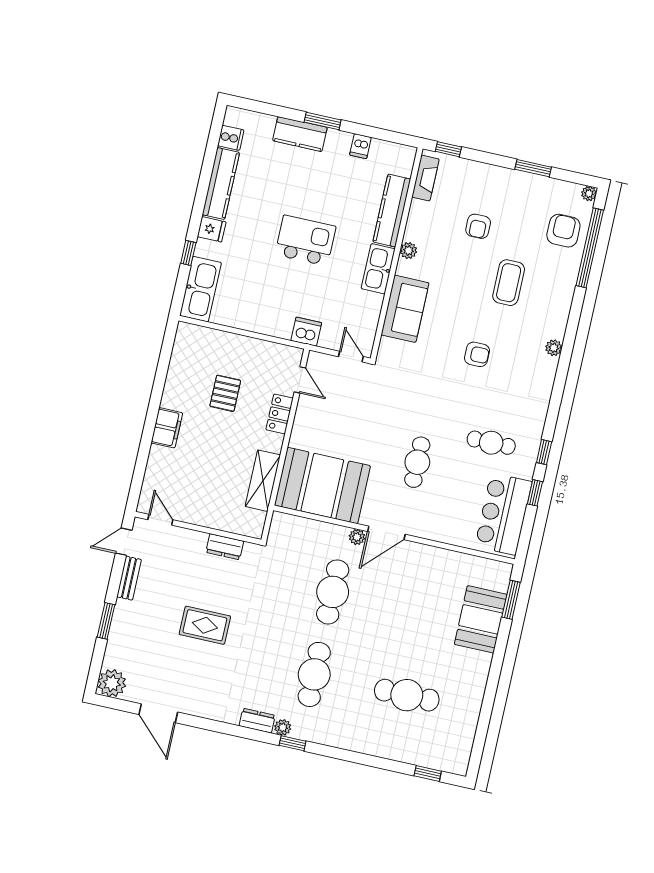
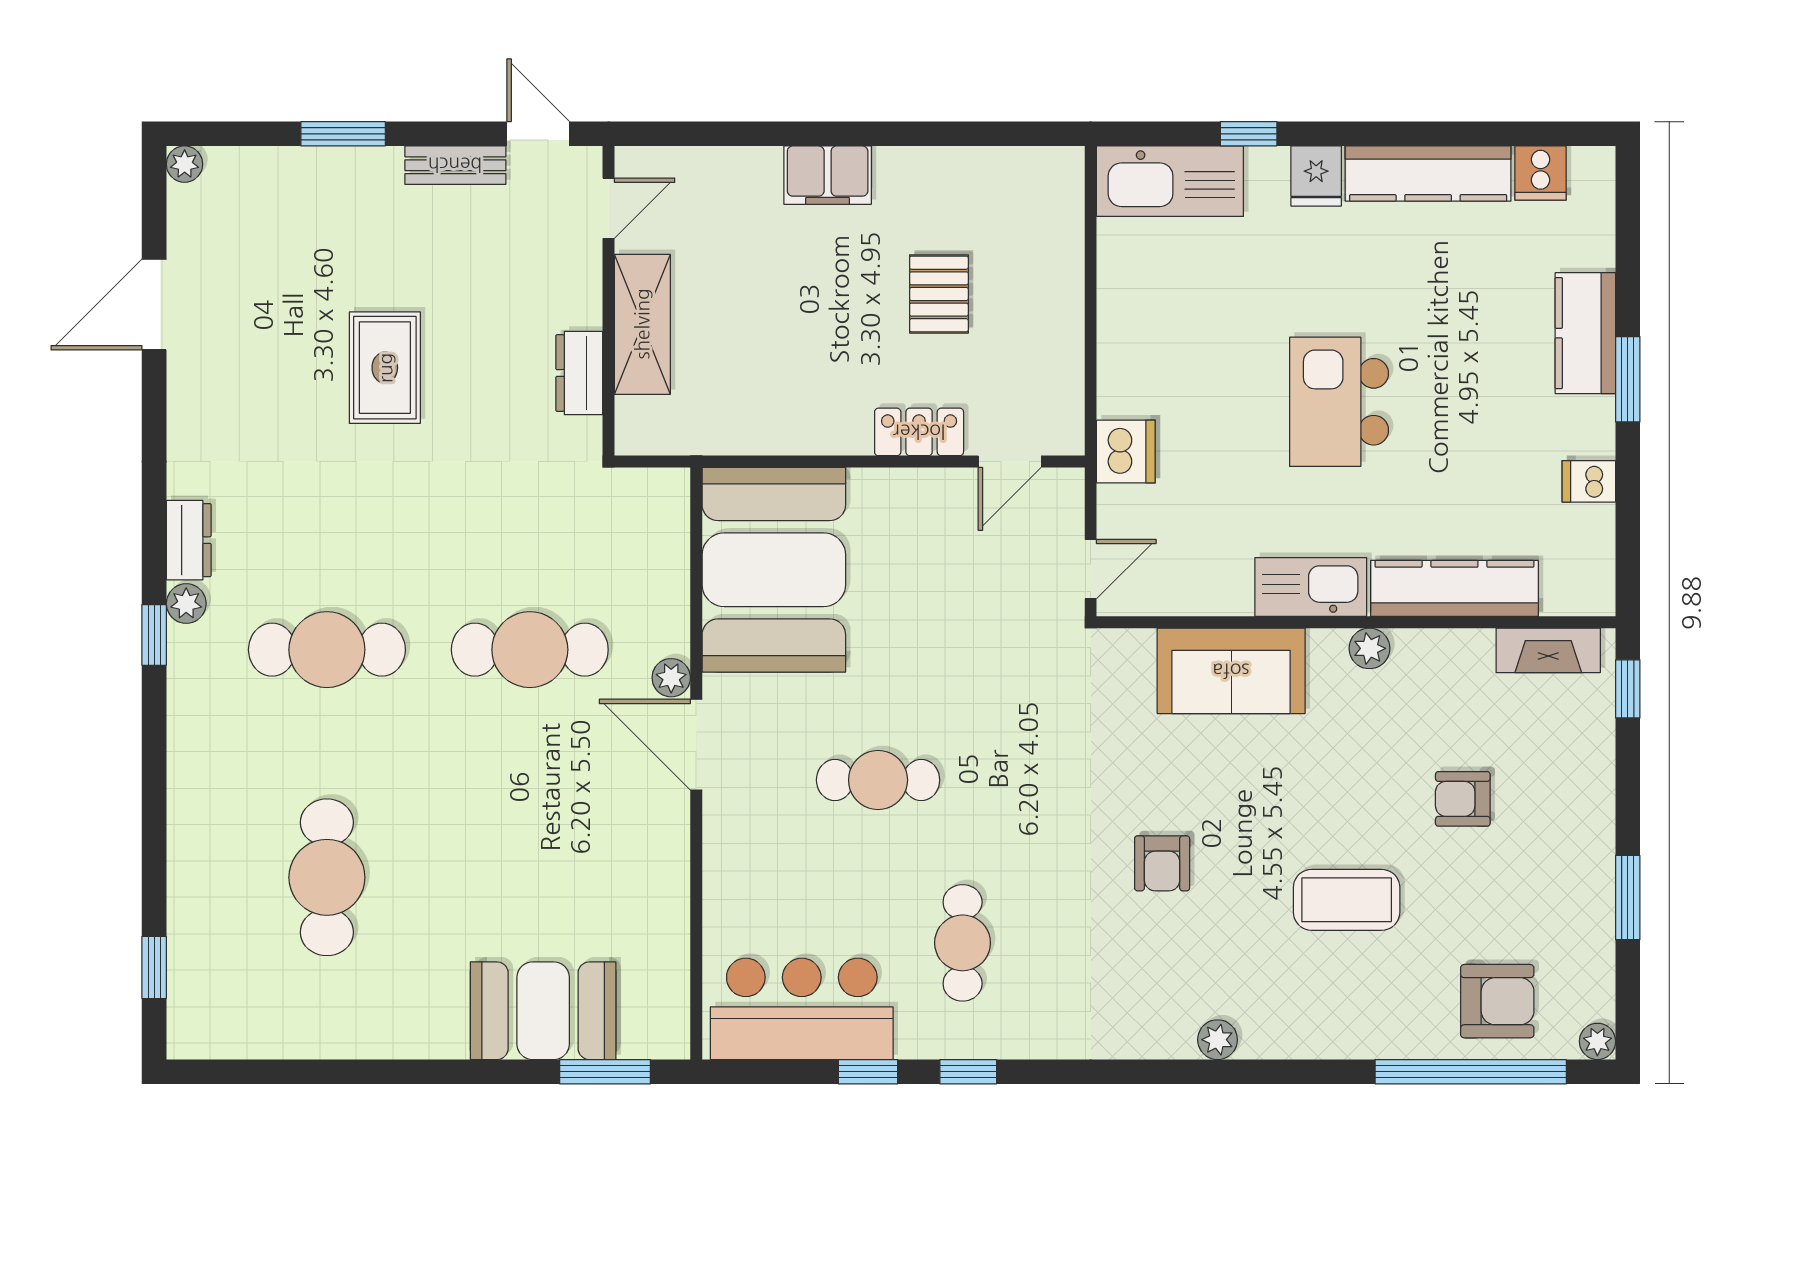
kitchen island: (305, 240) -> (1339, 402), turned 180
pallet: (225, 393) -> (939, 294), turned 90
shelving: (263, 481) -> (642, 324), moved, turned 90
plant: (112, 683) -> (185, 164), width x0.53, depth x0.53

